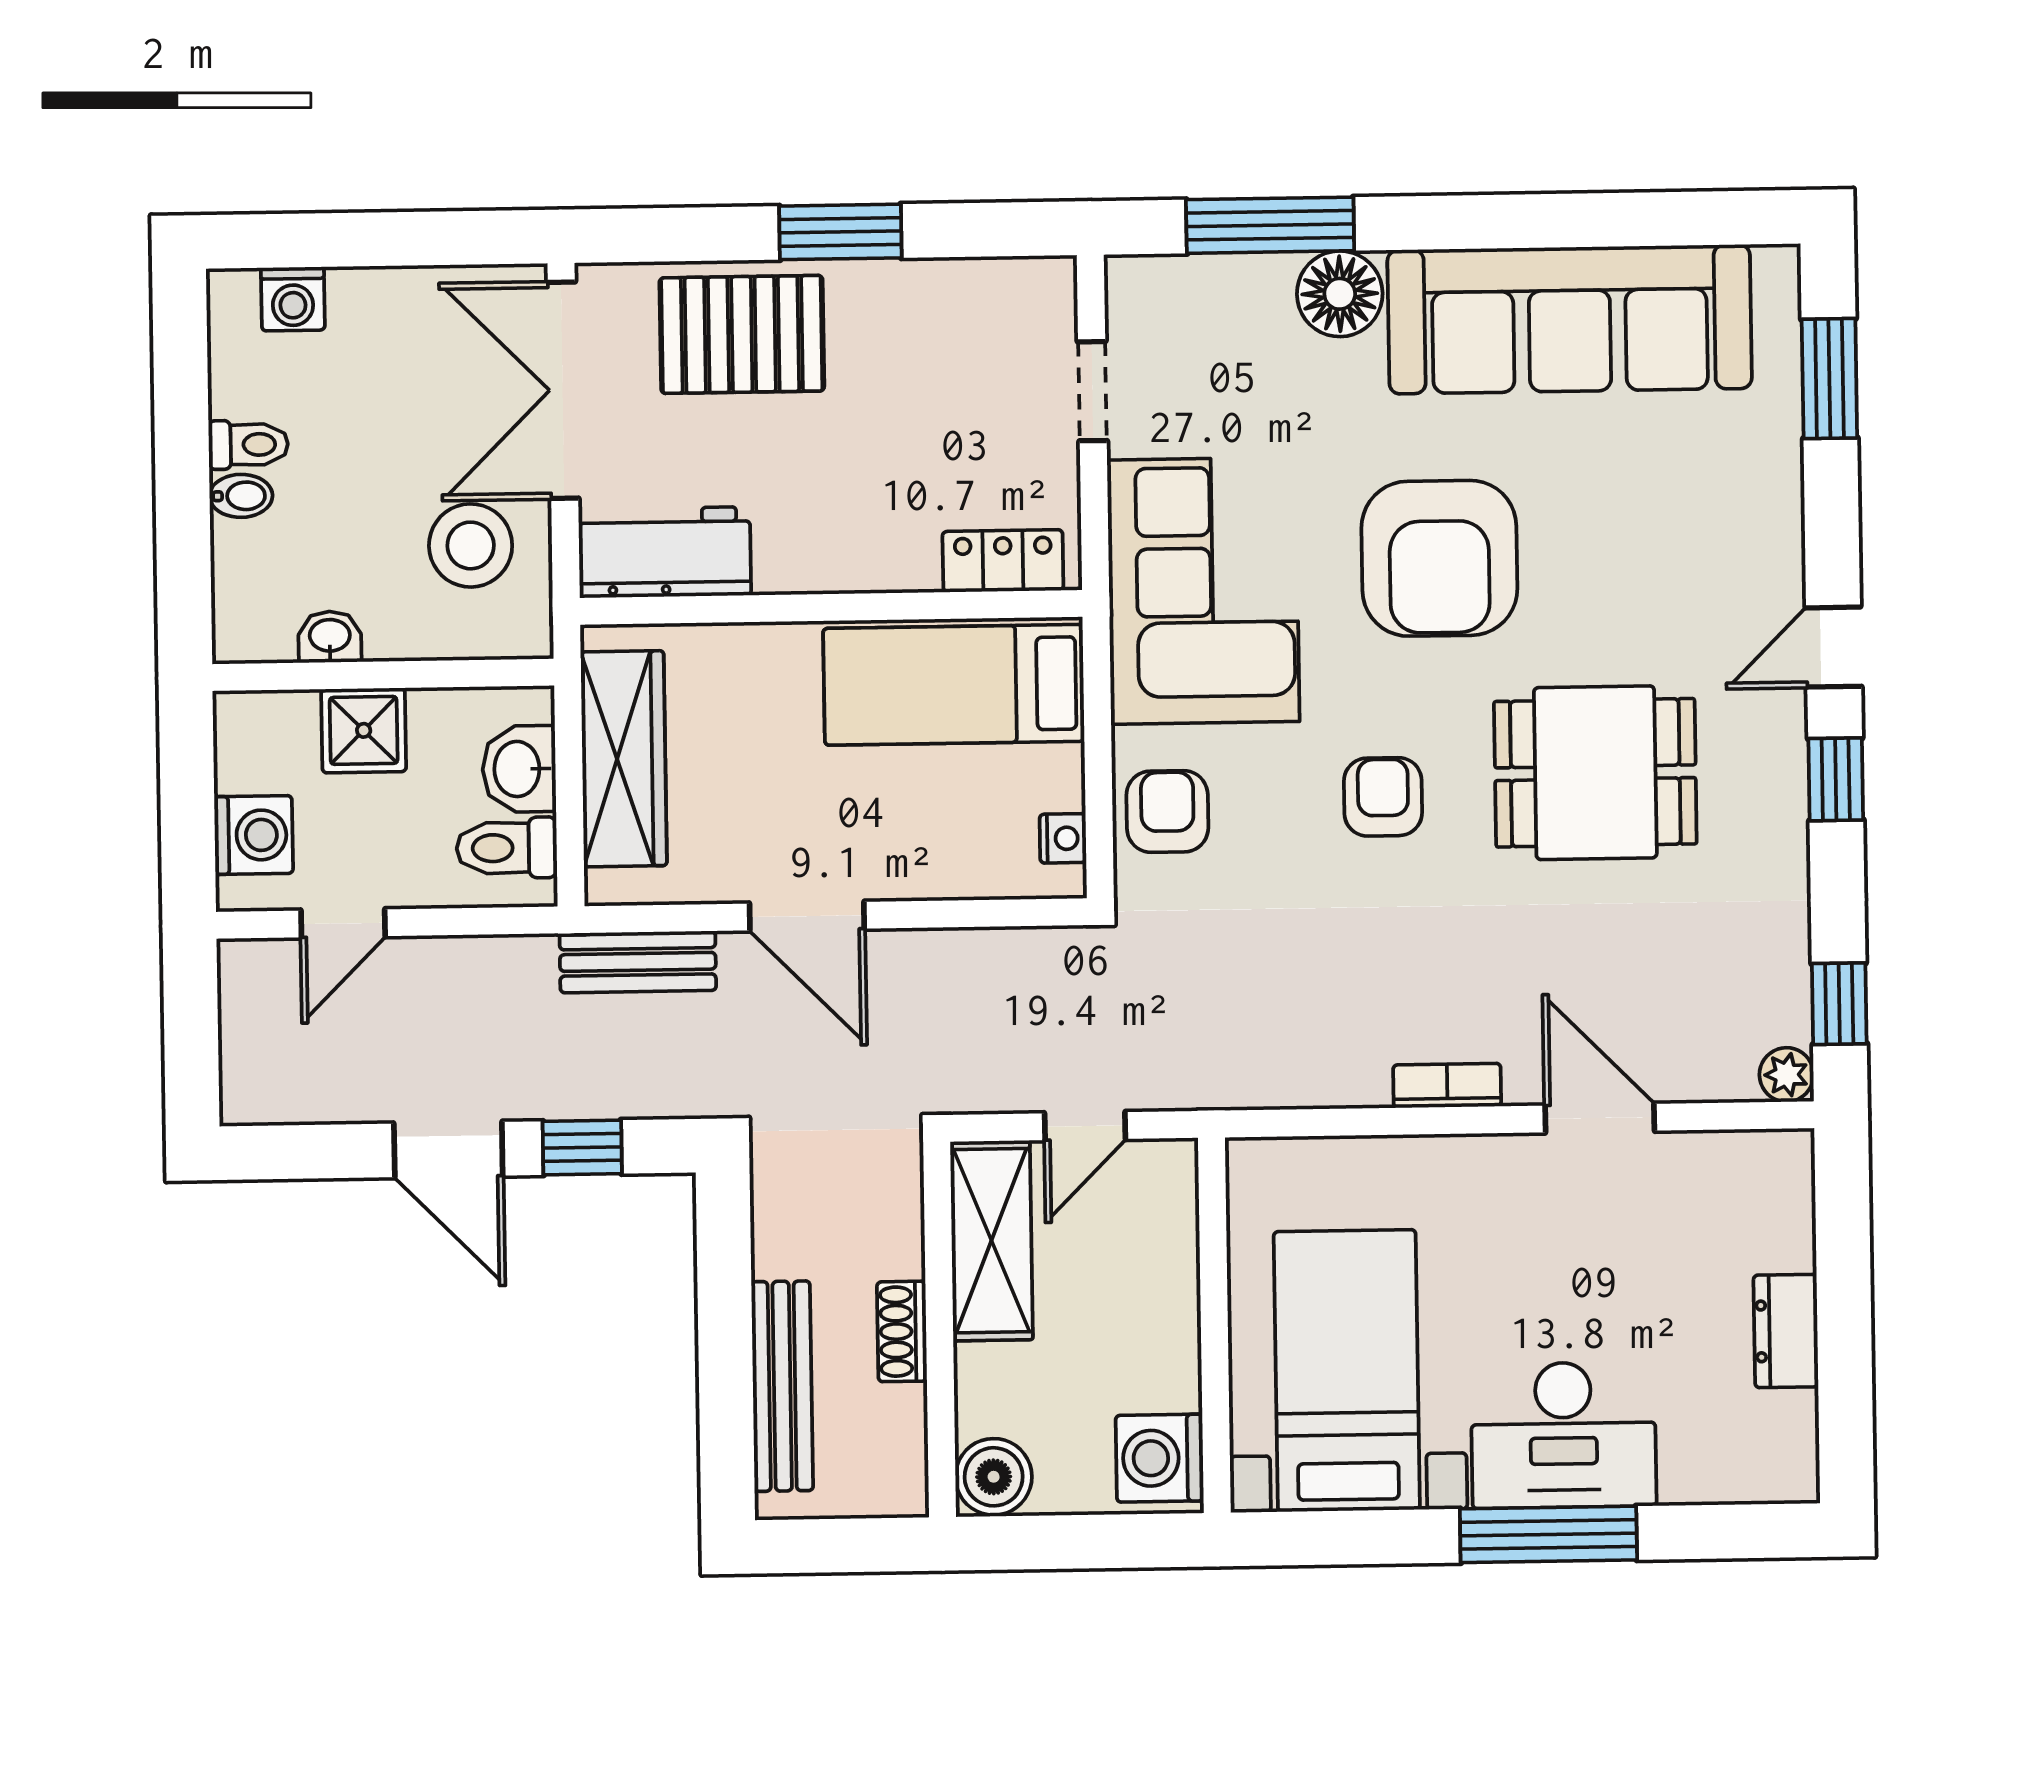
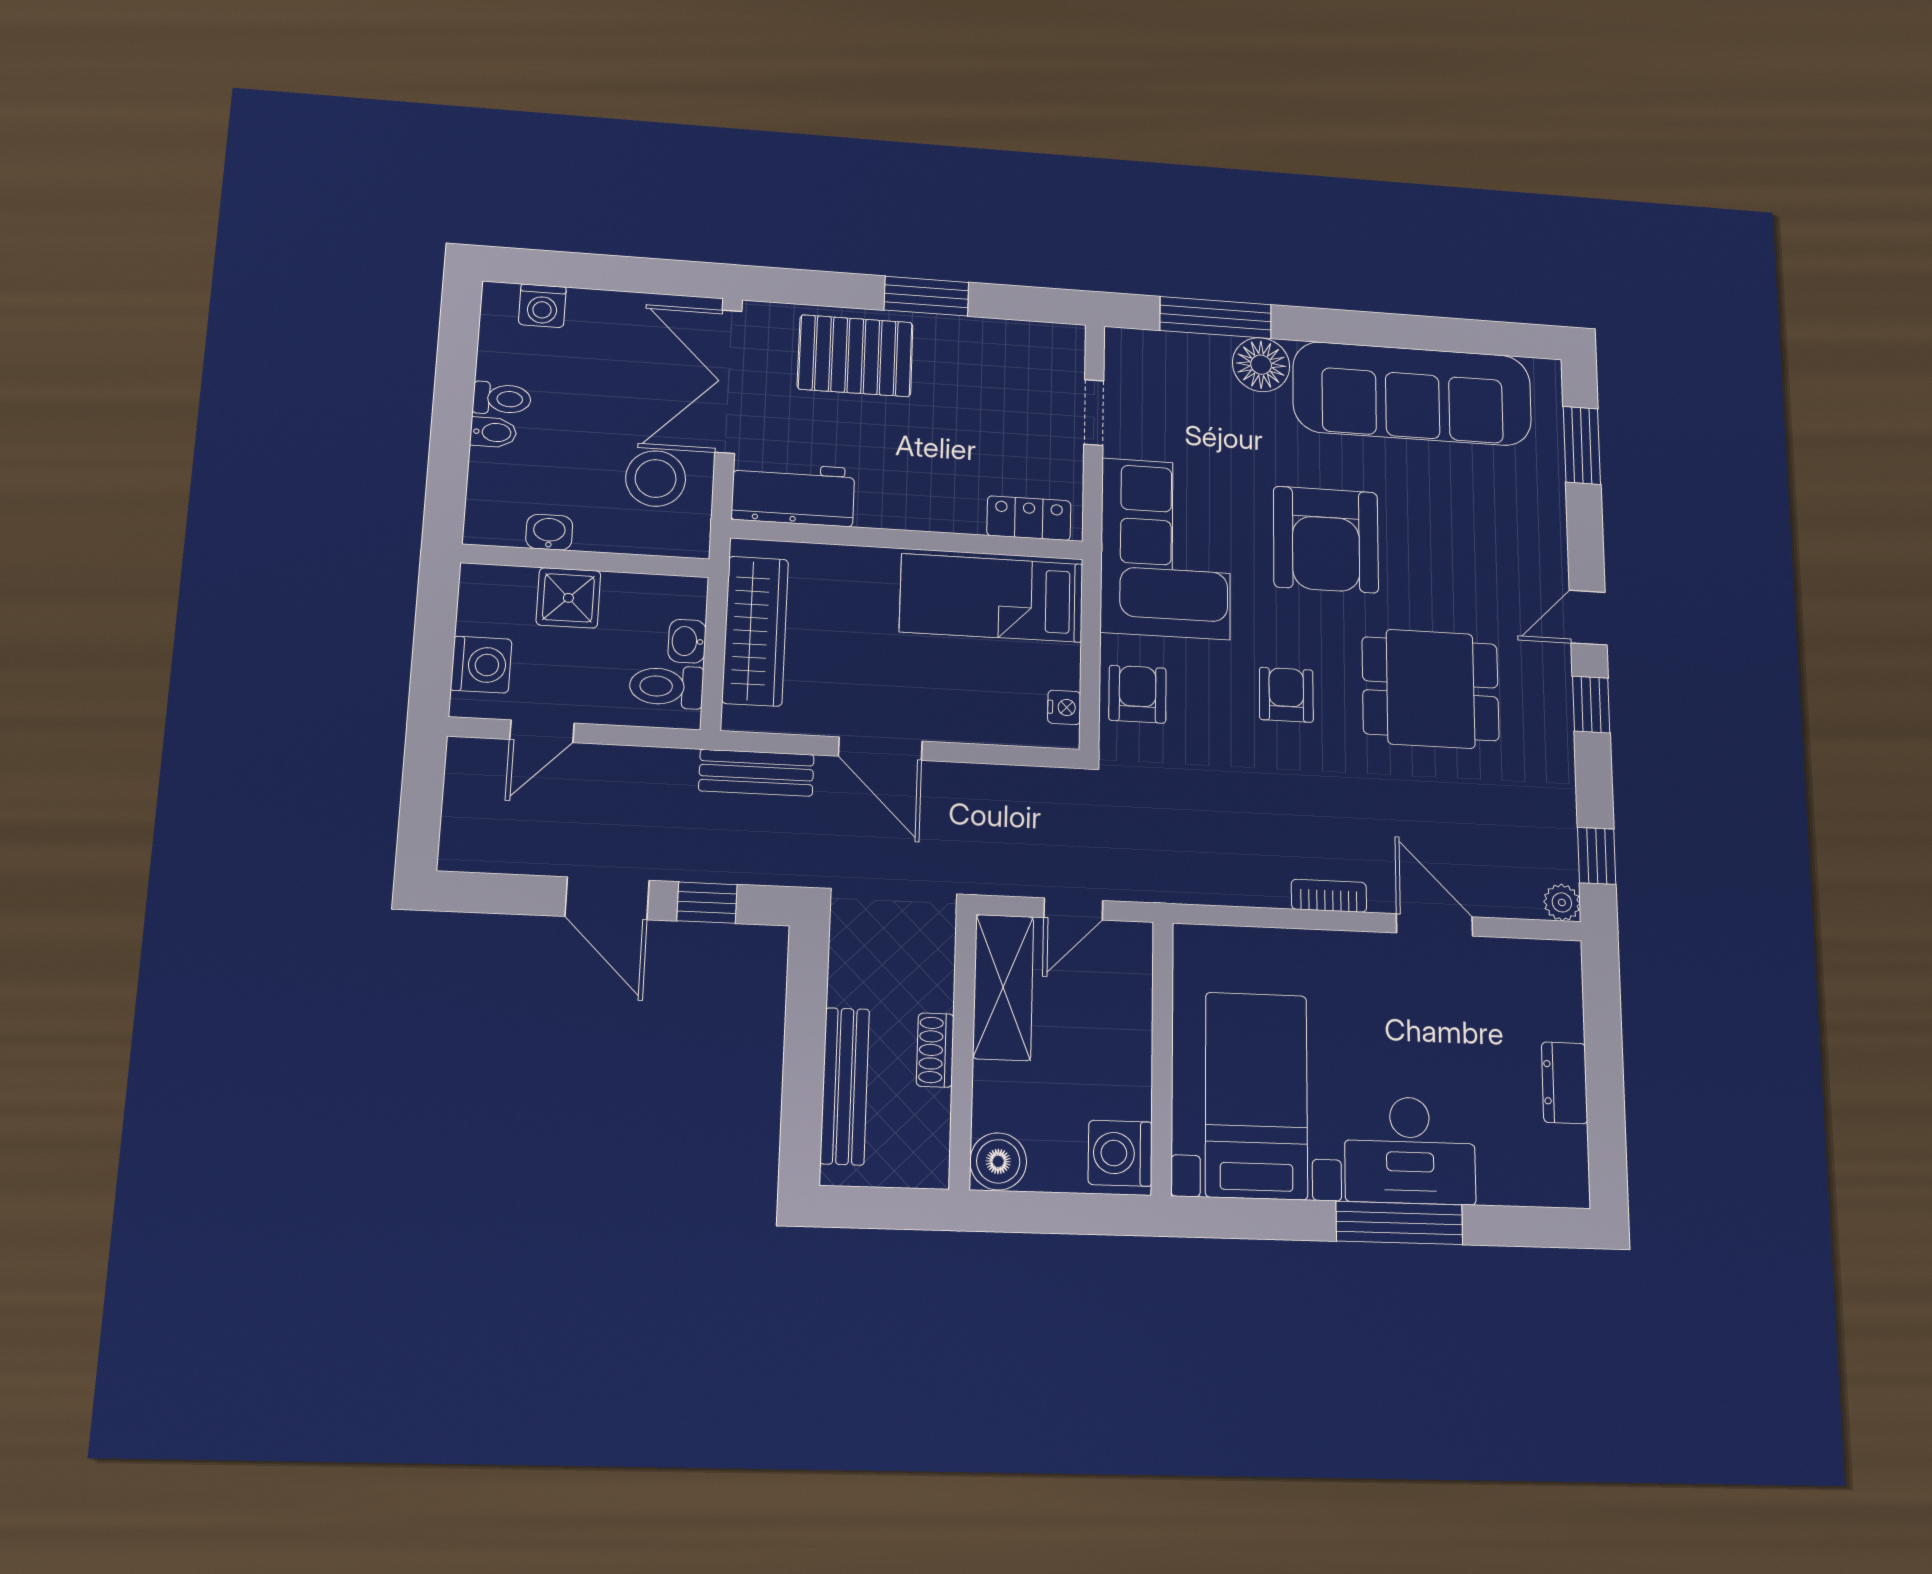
washbasin: (519, 769) -> (687, 641), width x0.72, depth x0.69

